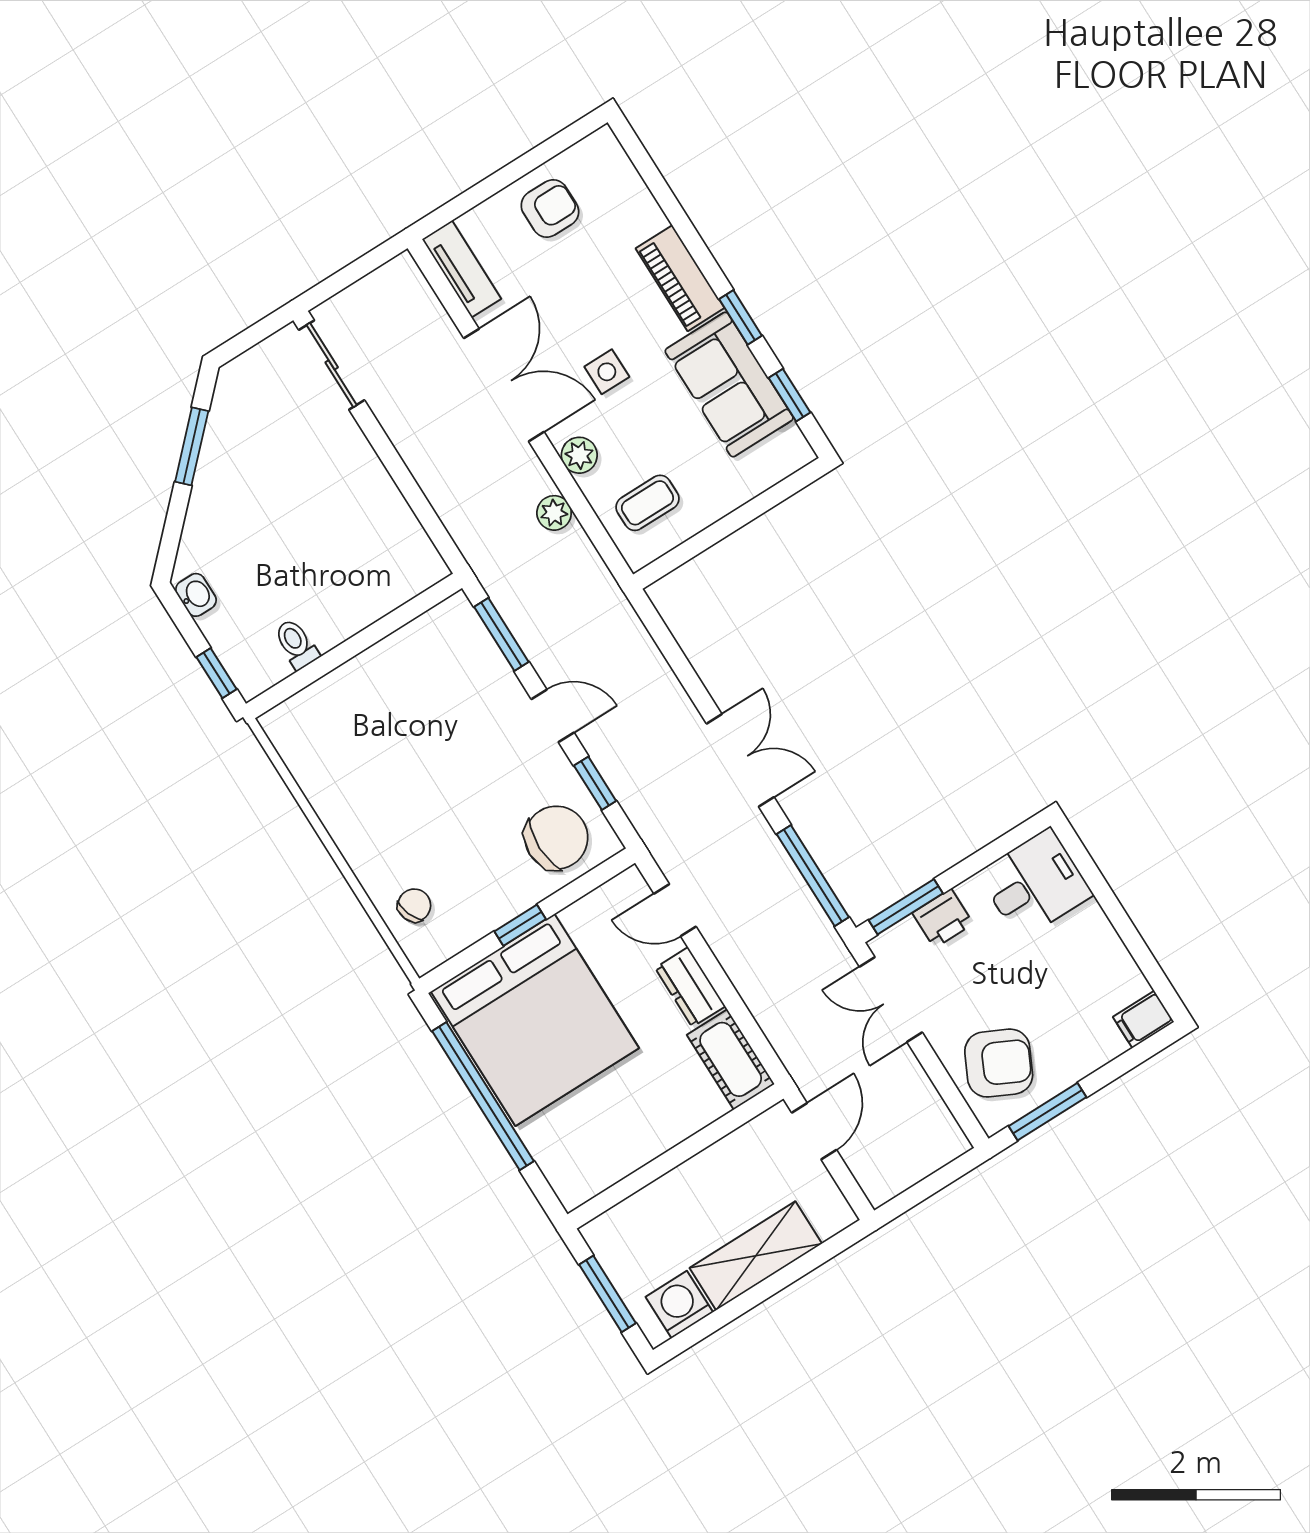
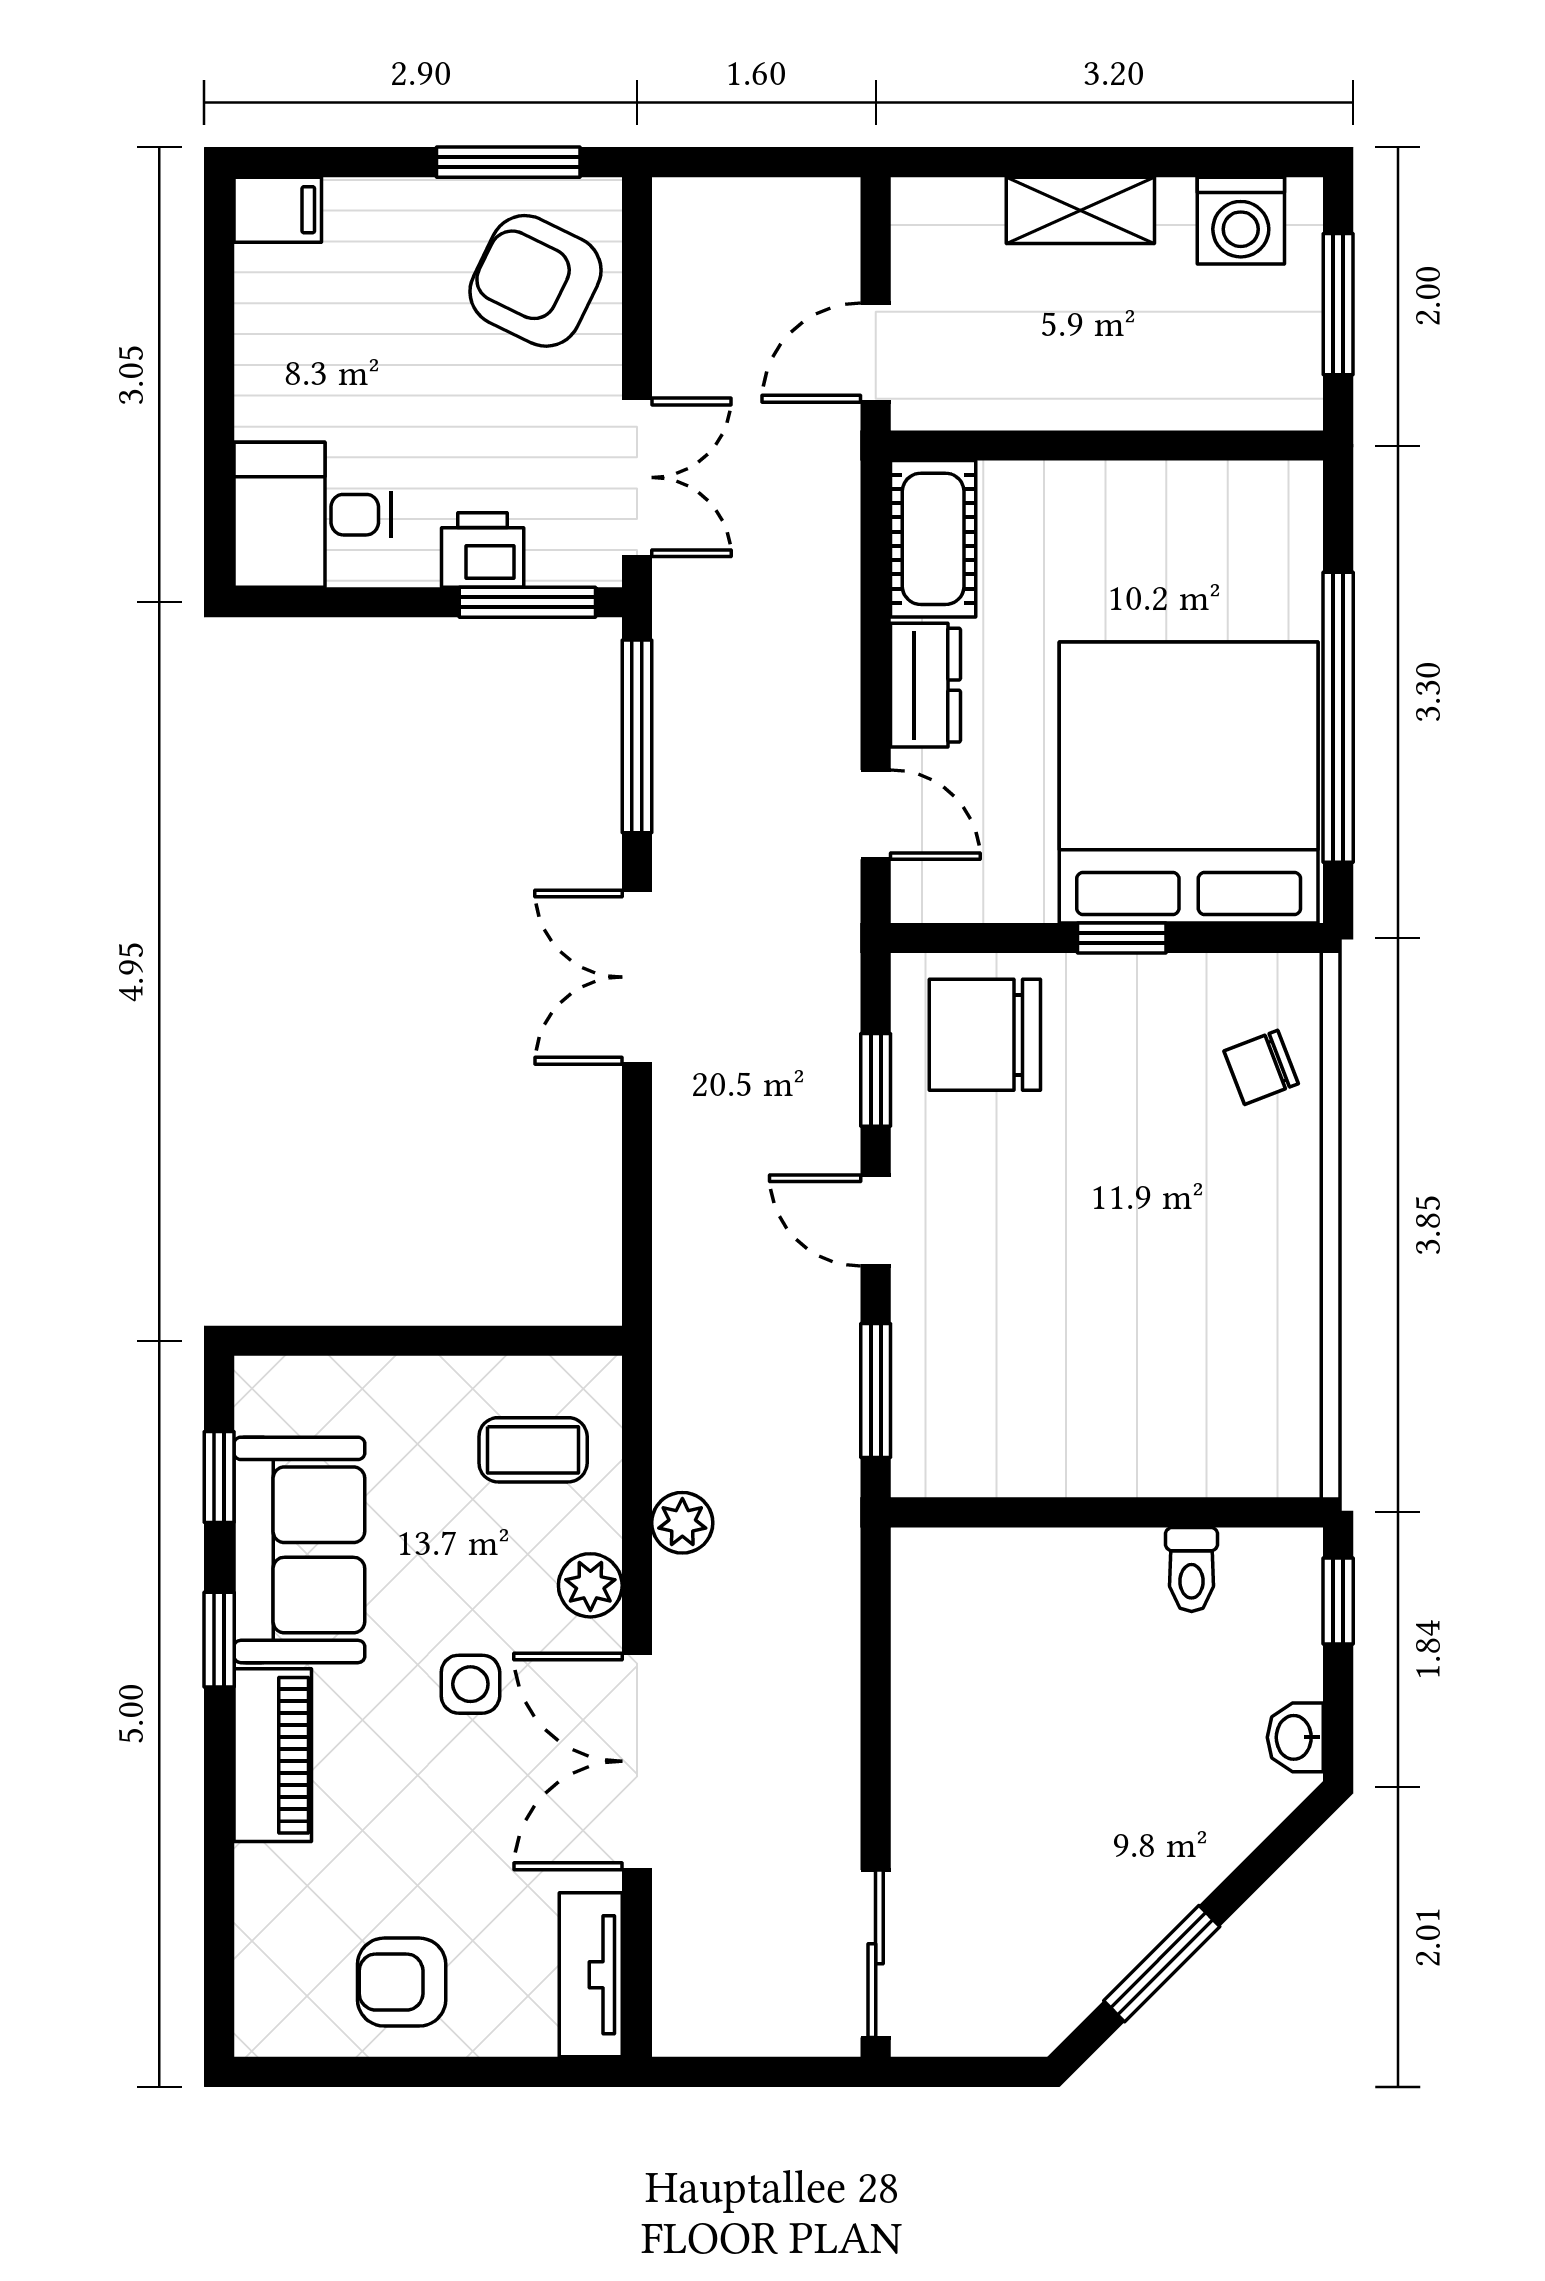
shelving: (756, 1256) -> (1080, 210), width x0.67, depth x0.75

